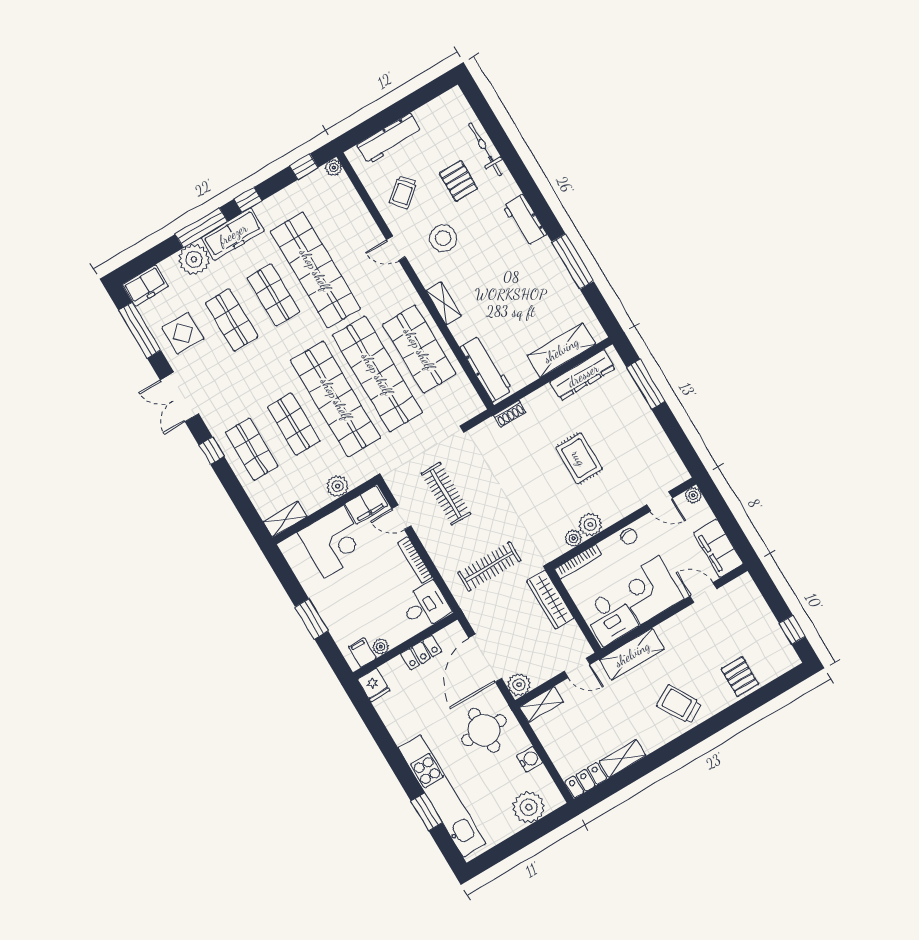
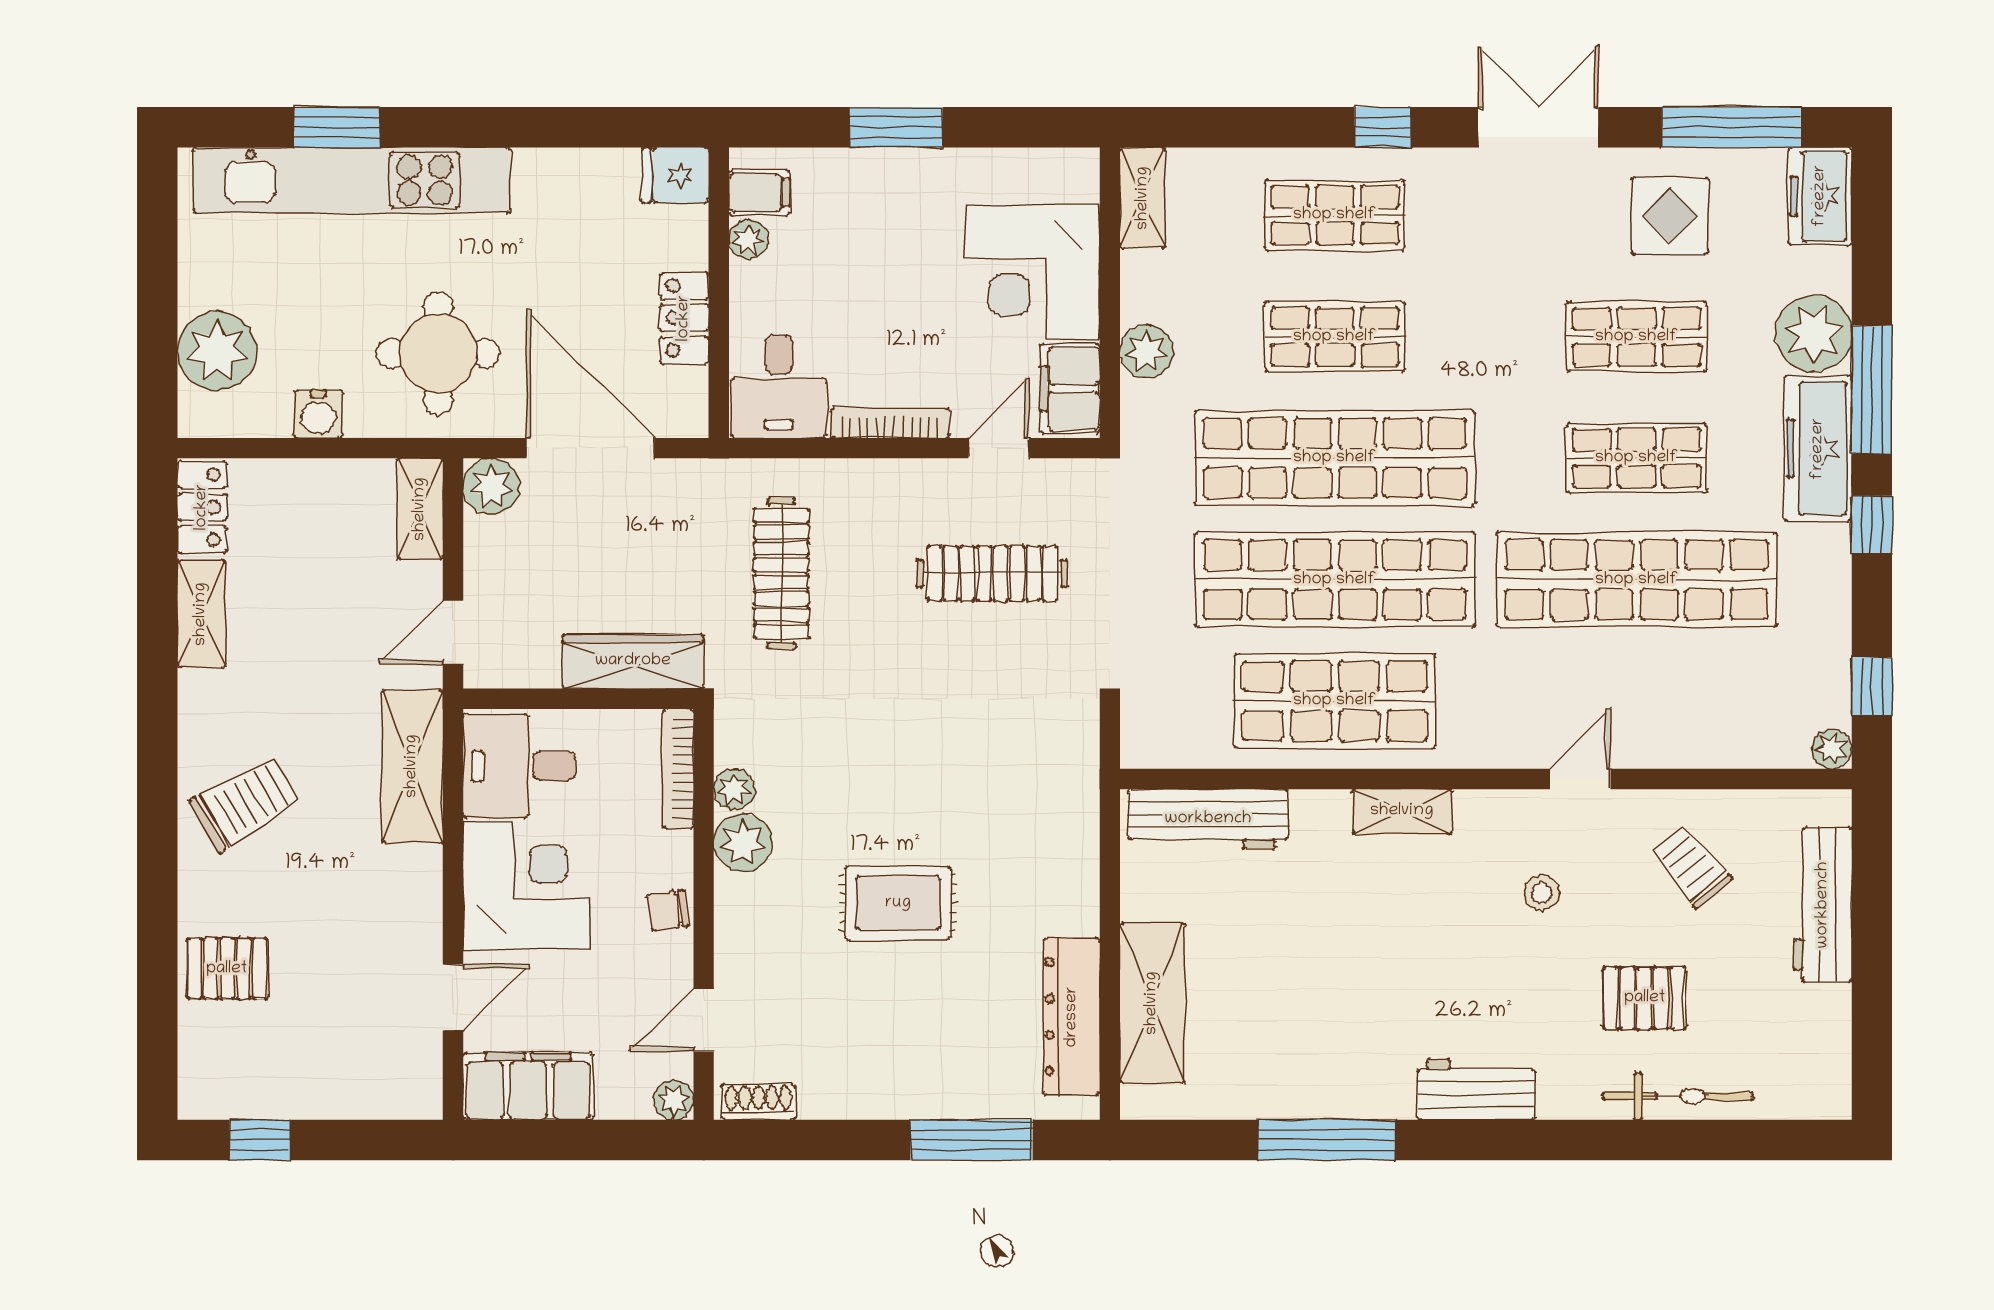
stool: (443, 238) -> (1542, 893), width x0.53, depth x0.53
shoe rack: (510, 414) -> (758, 1102), moved, turned 90

